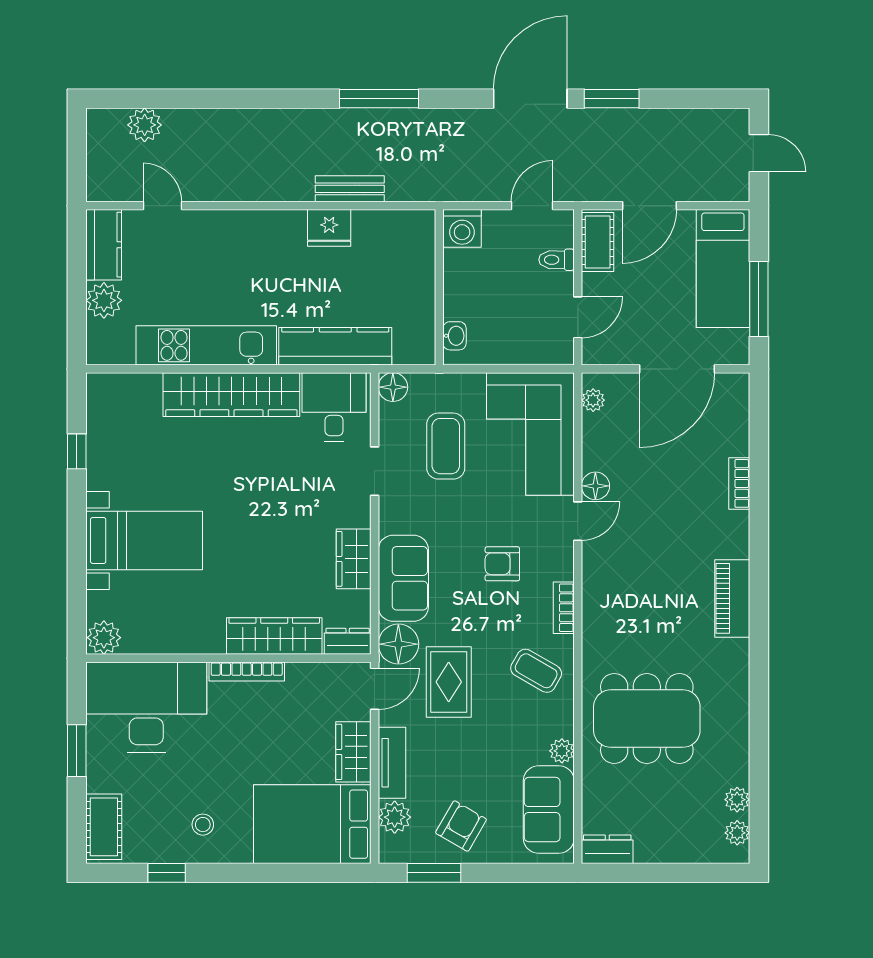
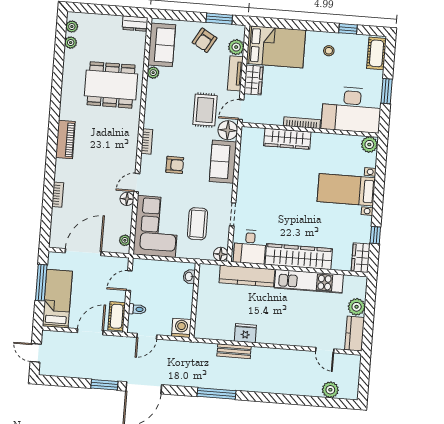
wardrobe: (354, 559) -> (361, 258), moved, turned 180
dresser: (348, 641) -> (252, 133), removed
coffee table: (536, 671) -> (162, 112), removed

